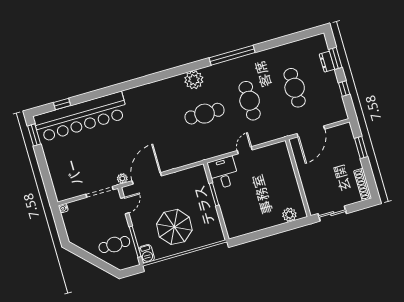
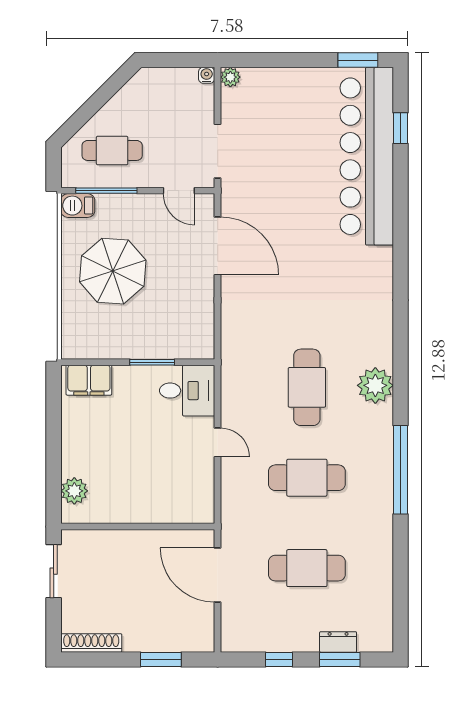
plant: (122, 178) -> (230, 77), moved
filing cabinet: (232, 223) -> (89, 380), added
cafe table: (114, 245) -> (112, 150), turned 90

